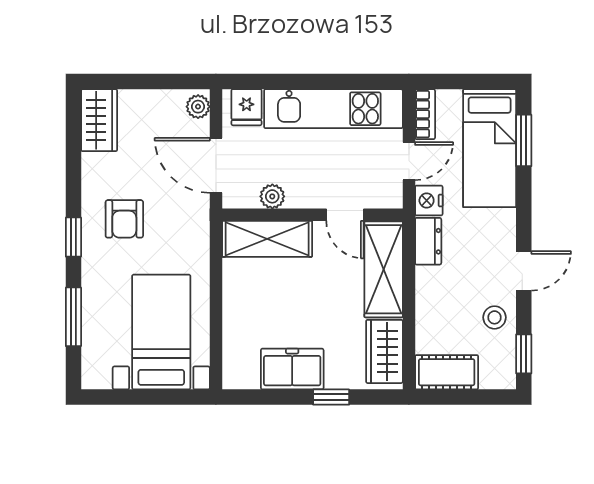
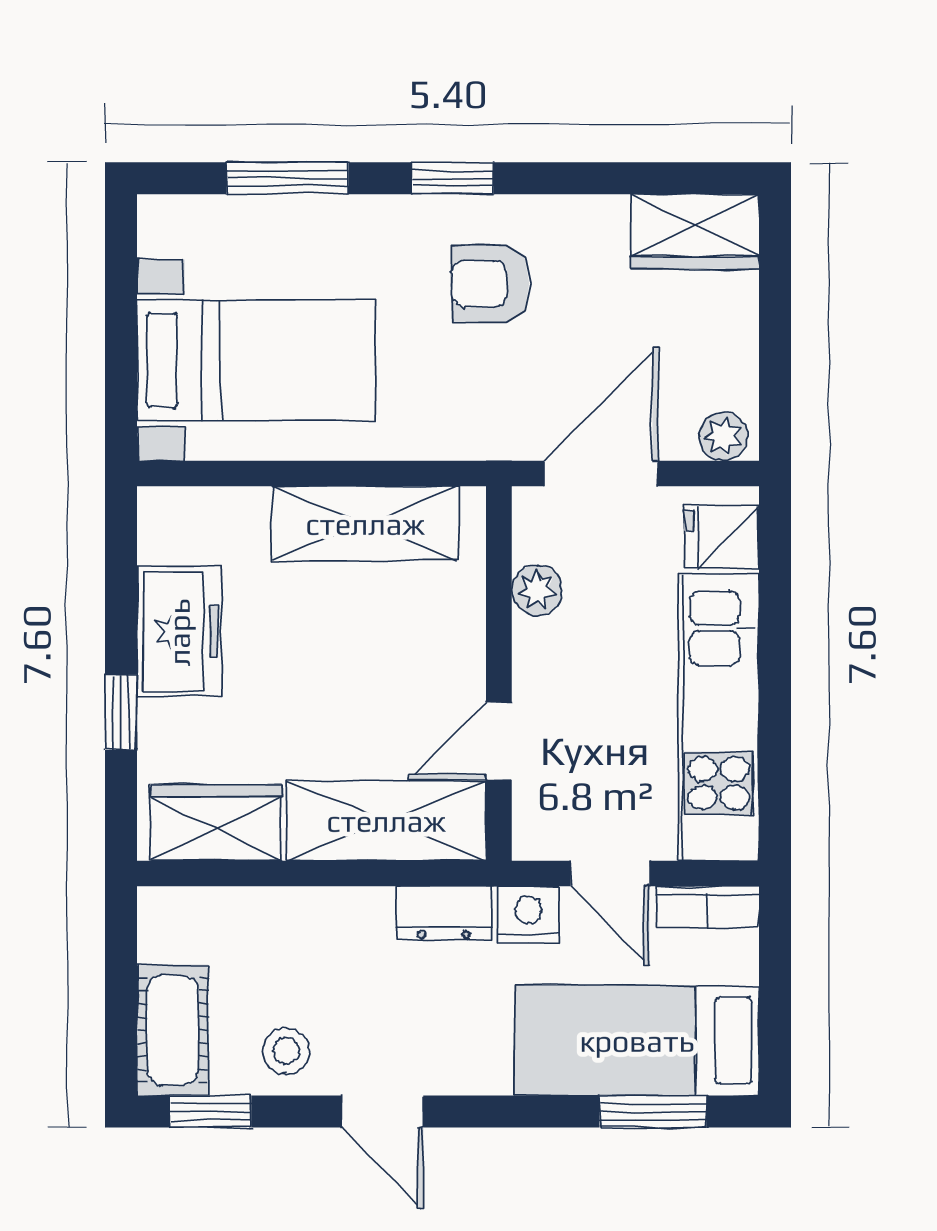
shelving: (267, 239) -> (365, 524), moved, turned 90
cot: (447, 372) -> (173, 1030), moved

